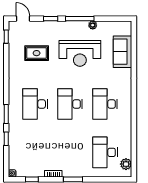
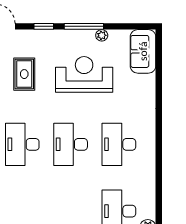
sofa: (123, 52) -> (143, 51), moved
rug: (37, 53) -> (24, 74), turned 90
reception desk: (80, 53) -> (84, 74), turned 180

